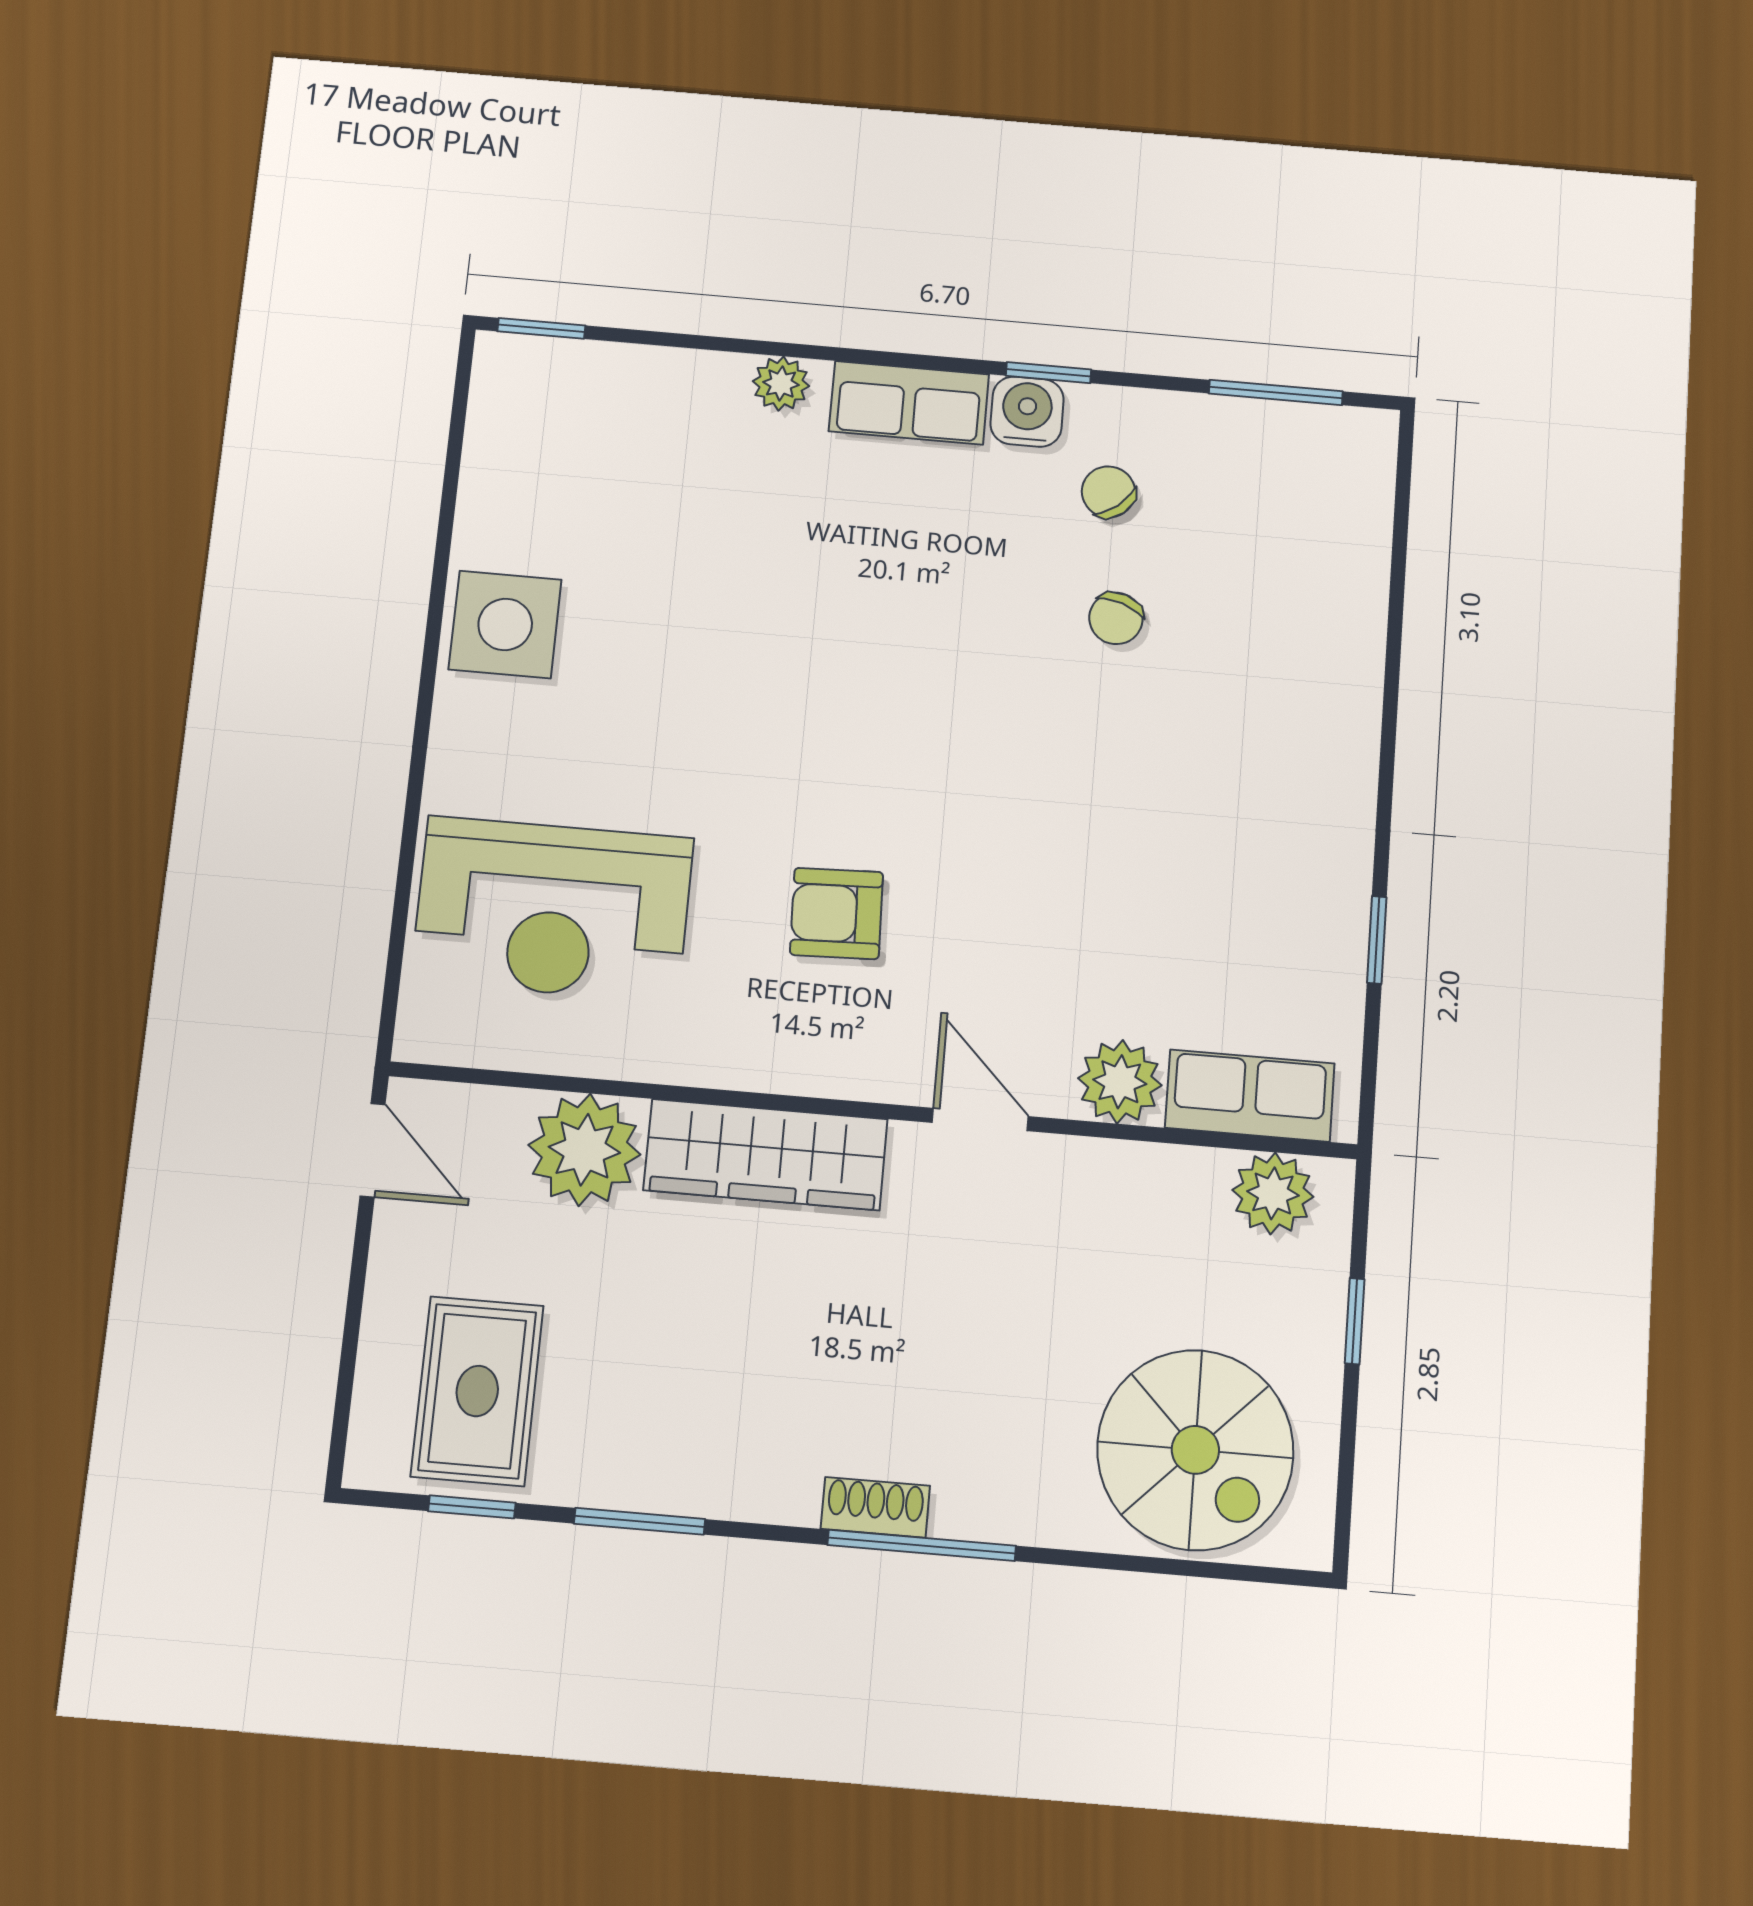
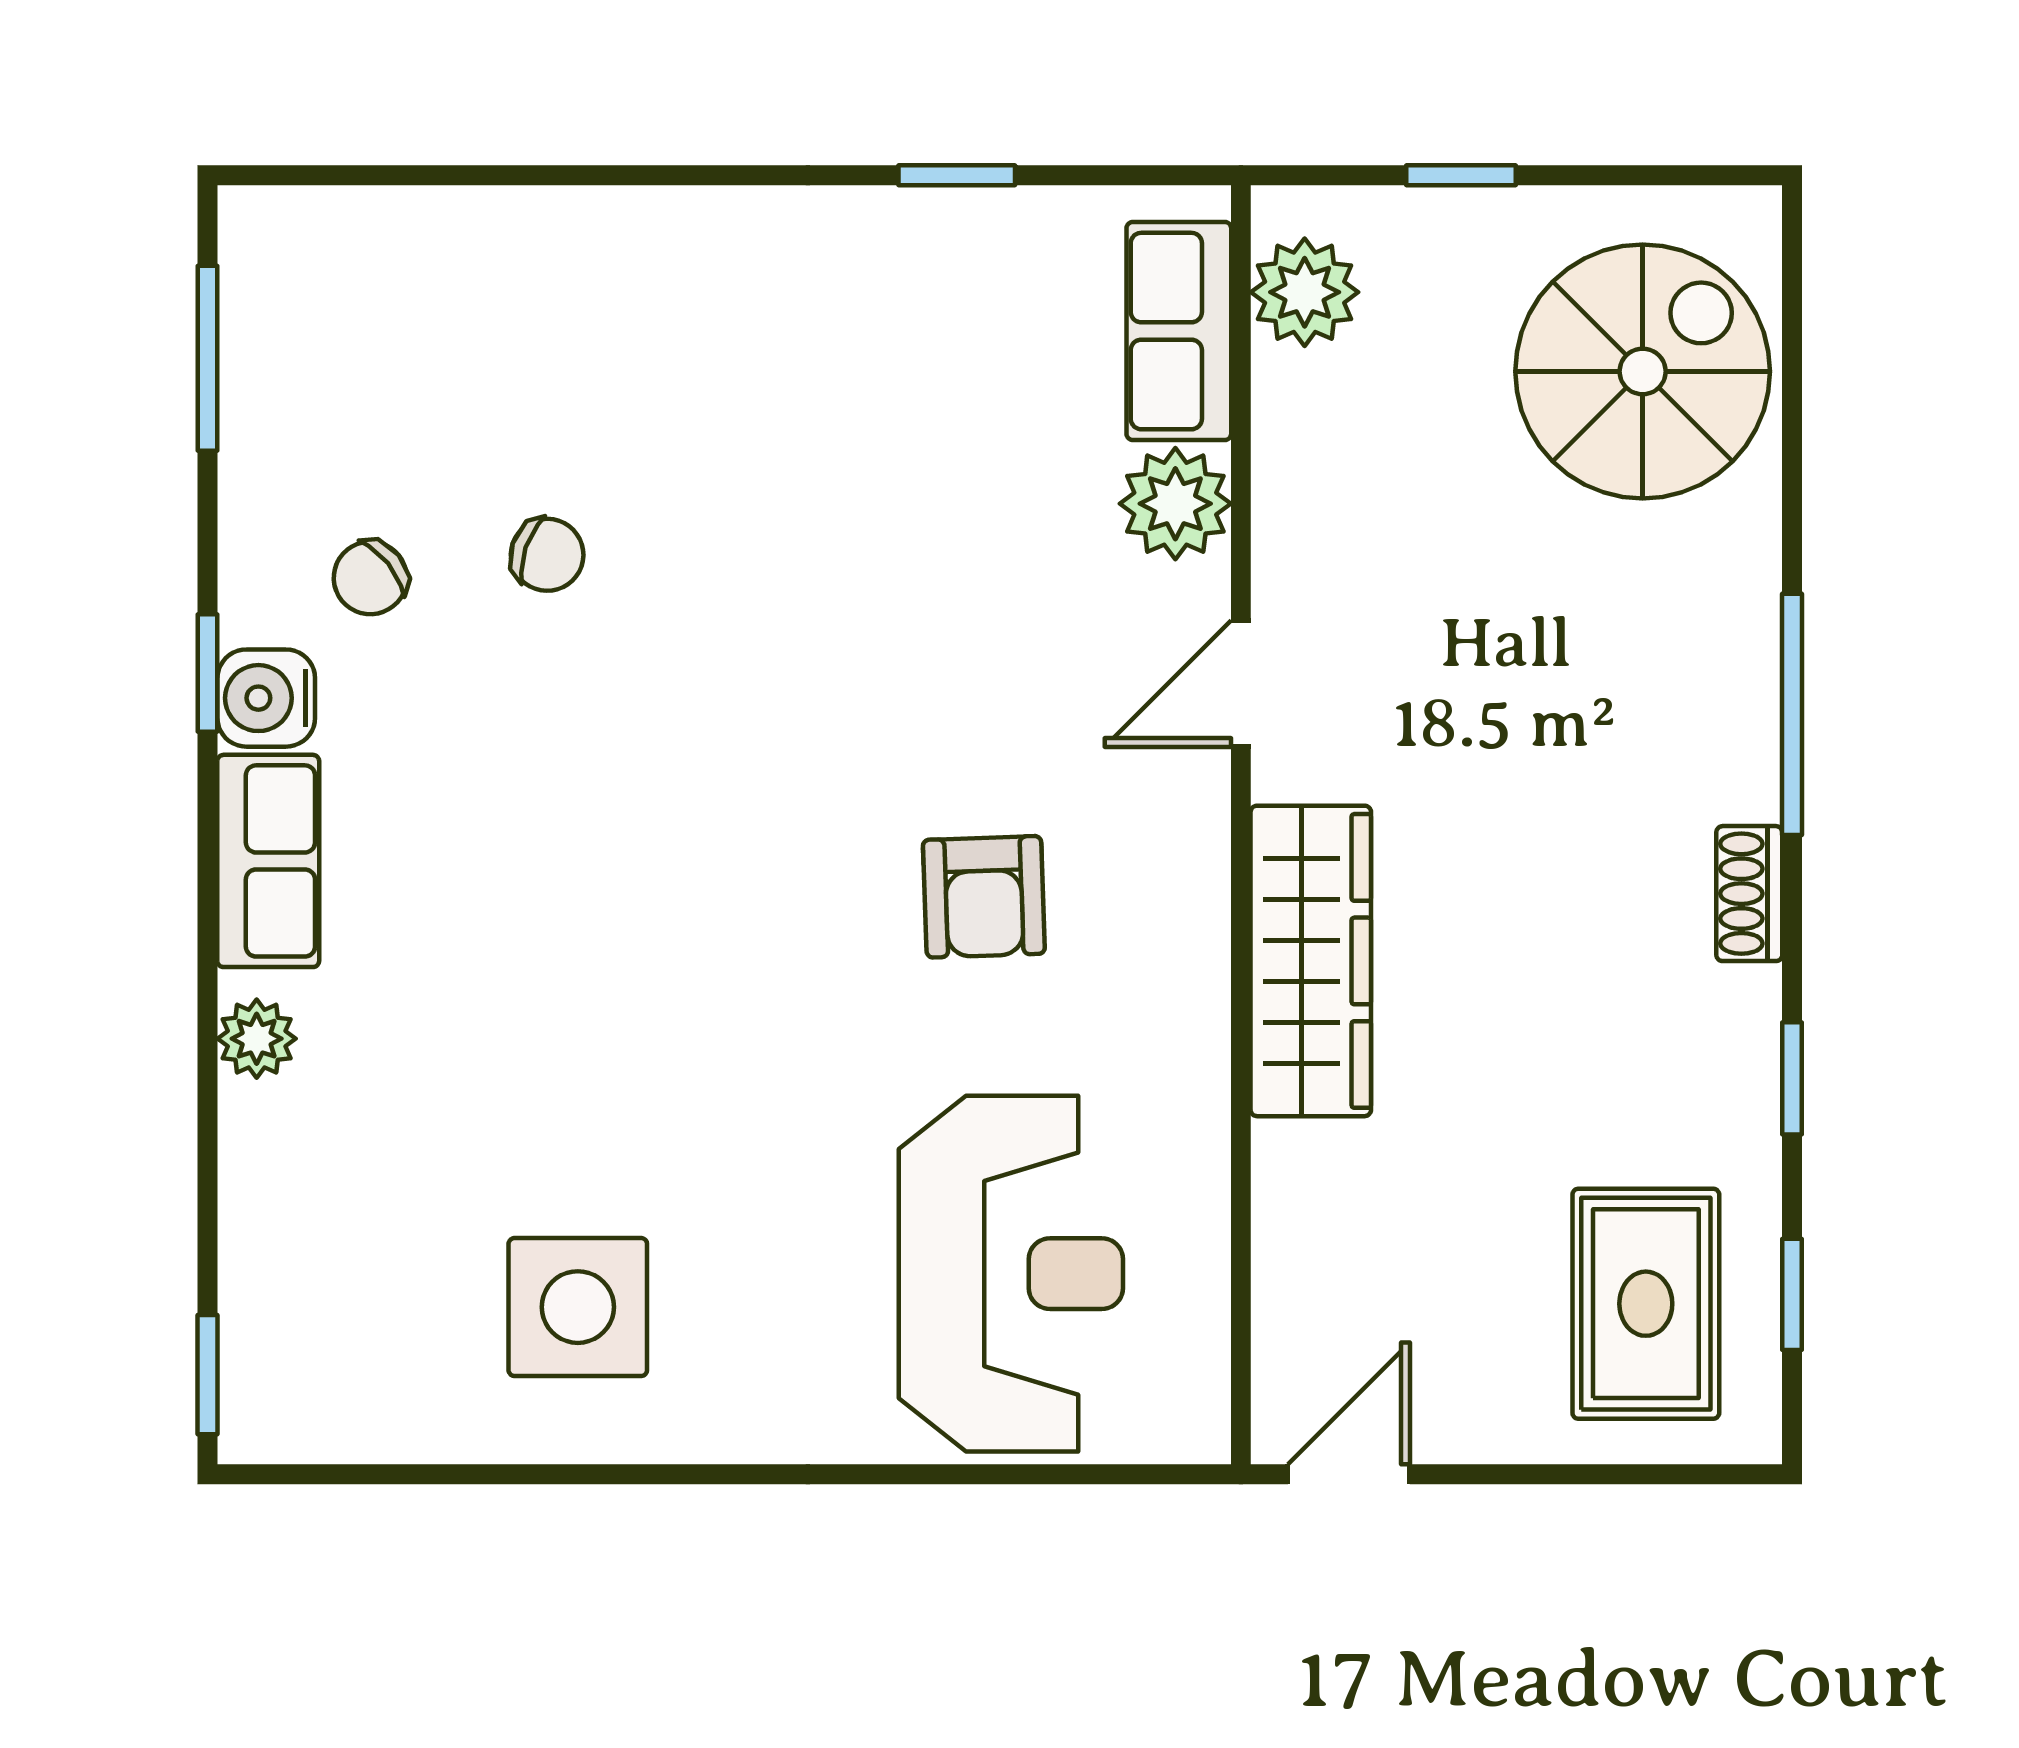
side table: (505, 624) -> (578, 1307), moved
plant: (584, 1150) -> (1325, 1198), removed
rug: (477, 1391) -> (1646, 1304), turned 90
shoe rack: (875, 1507) -> (1749, 894), moved
window: (640, 1521) -> (1792, 1078), width x0.67

